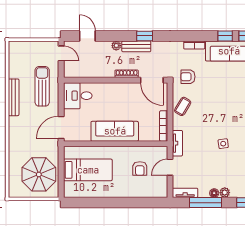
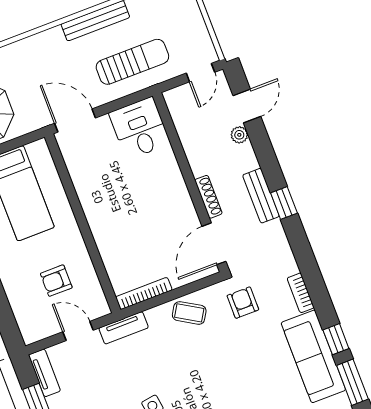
plant: (116, 46) -> (239, 135), moved
sofa: (115, 131) -> (103, 214), removed

